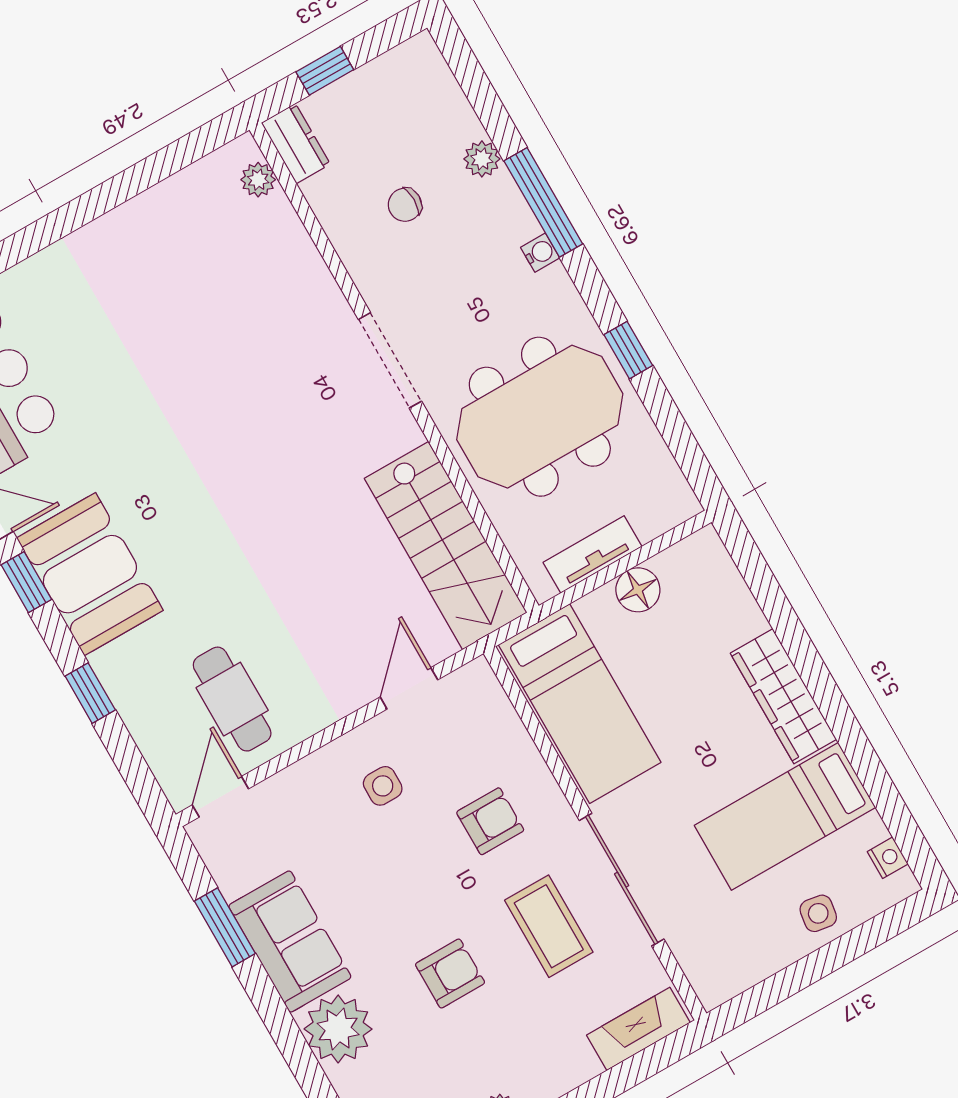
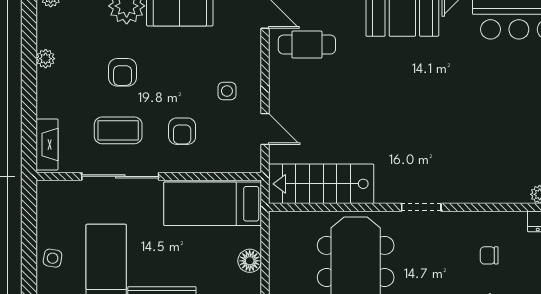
chair: (405, 205) -> (489, 255), turned -90
doorway: (390, 360) -> (421, 207), width x0.73
tv unit: (592, 554) -> (278, 249), removed

